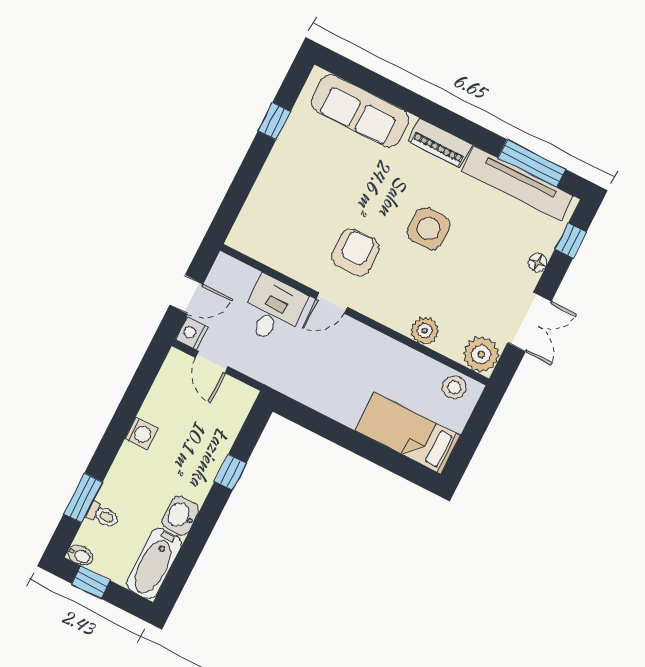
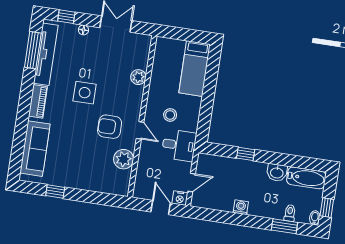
desk: (273, 310) -> (179, 145), moved, turned 180
plant: (481, 354) -> (124, 159), moved
stool: (454, 387) -> (170, 115), moved

